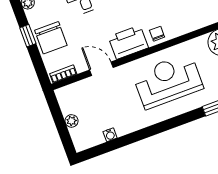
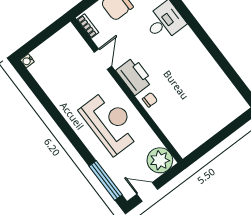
plant: (71, 121) -> (48, 46), removed
water cooler: (110, 135) -> (27, 61), moved

